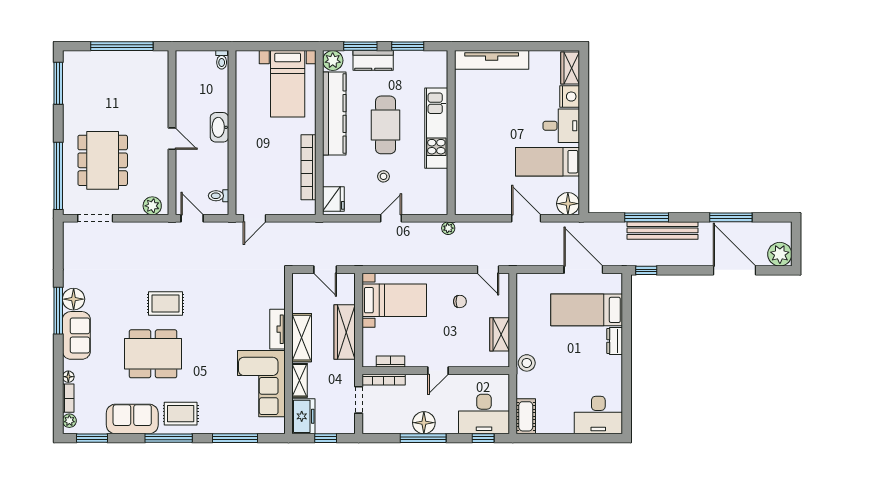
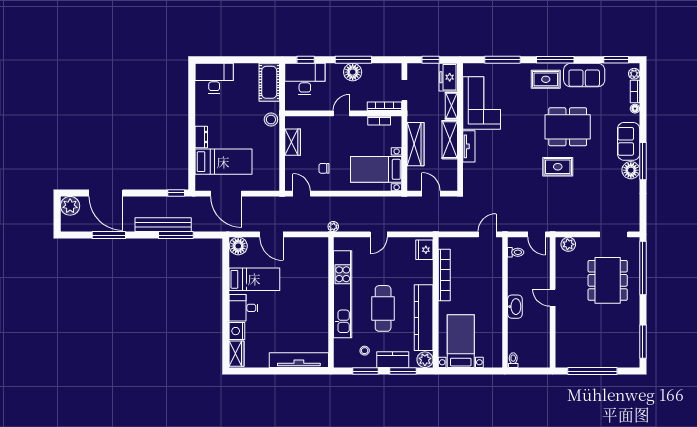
kitchen unit: (436, 128) -> (343, 294), width x1.36
stool: (384, 176) -> (365, 351), moved
cot: (526, 416) -> (269, 82), width x1.37, depth x1.34

